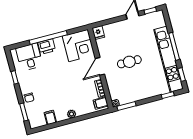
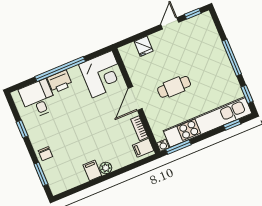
fridge: (98, 33) -> (144, 46), moved
kitchen unit: (168, 59) -> (208, 122), moved, turned 90
filing cabinet: (50, 117) -> (92, 170), moved

